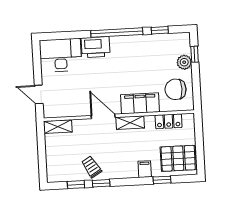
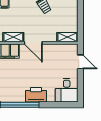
desk: (61, 55) -> (67, 90), width x0.73

